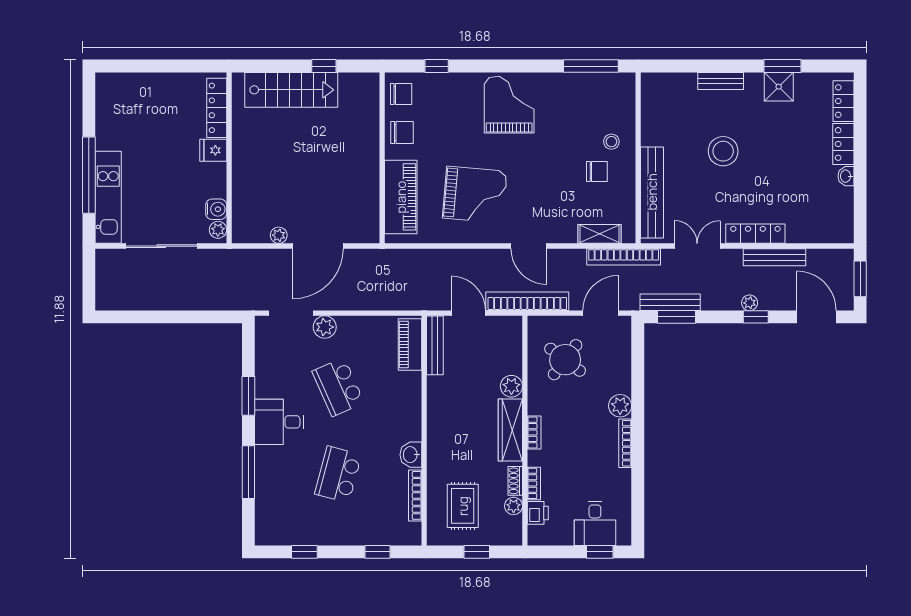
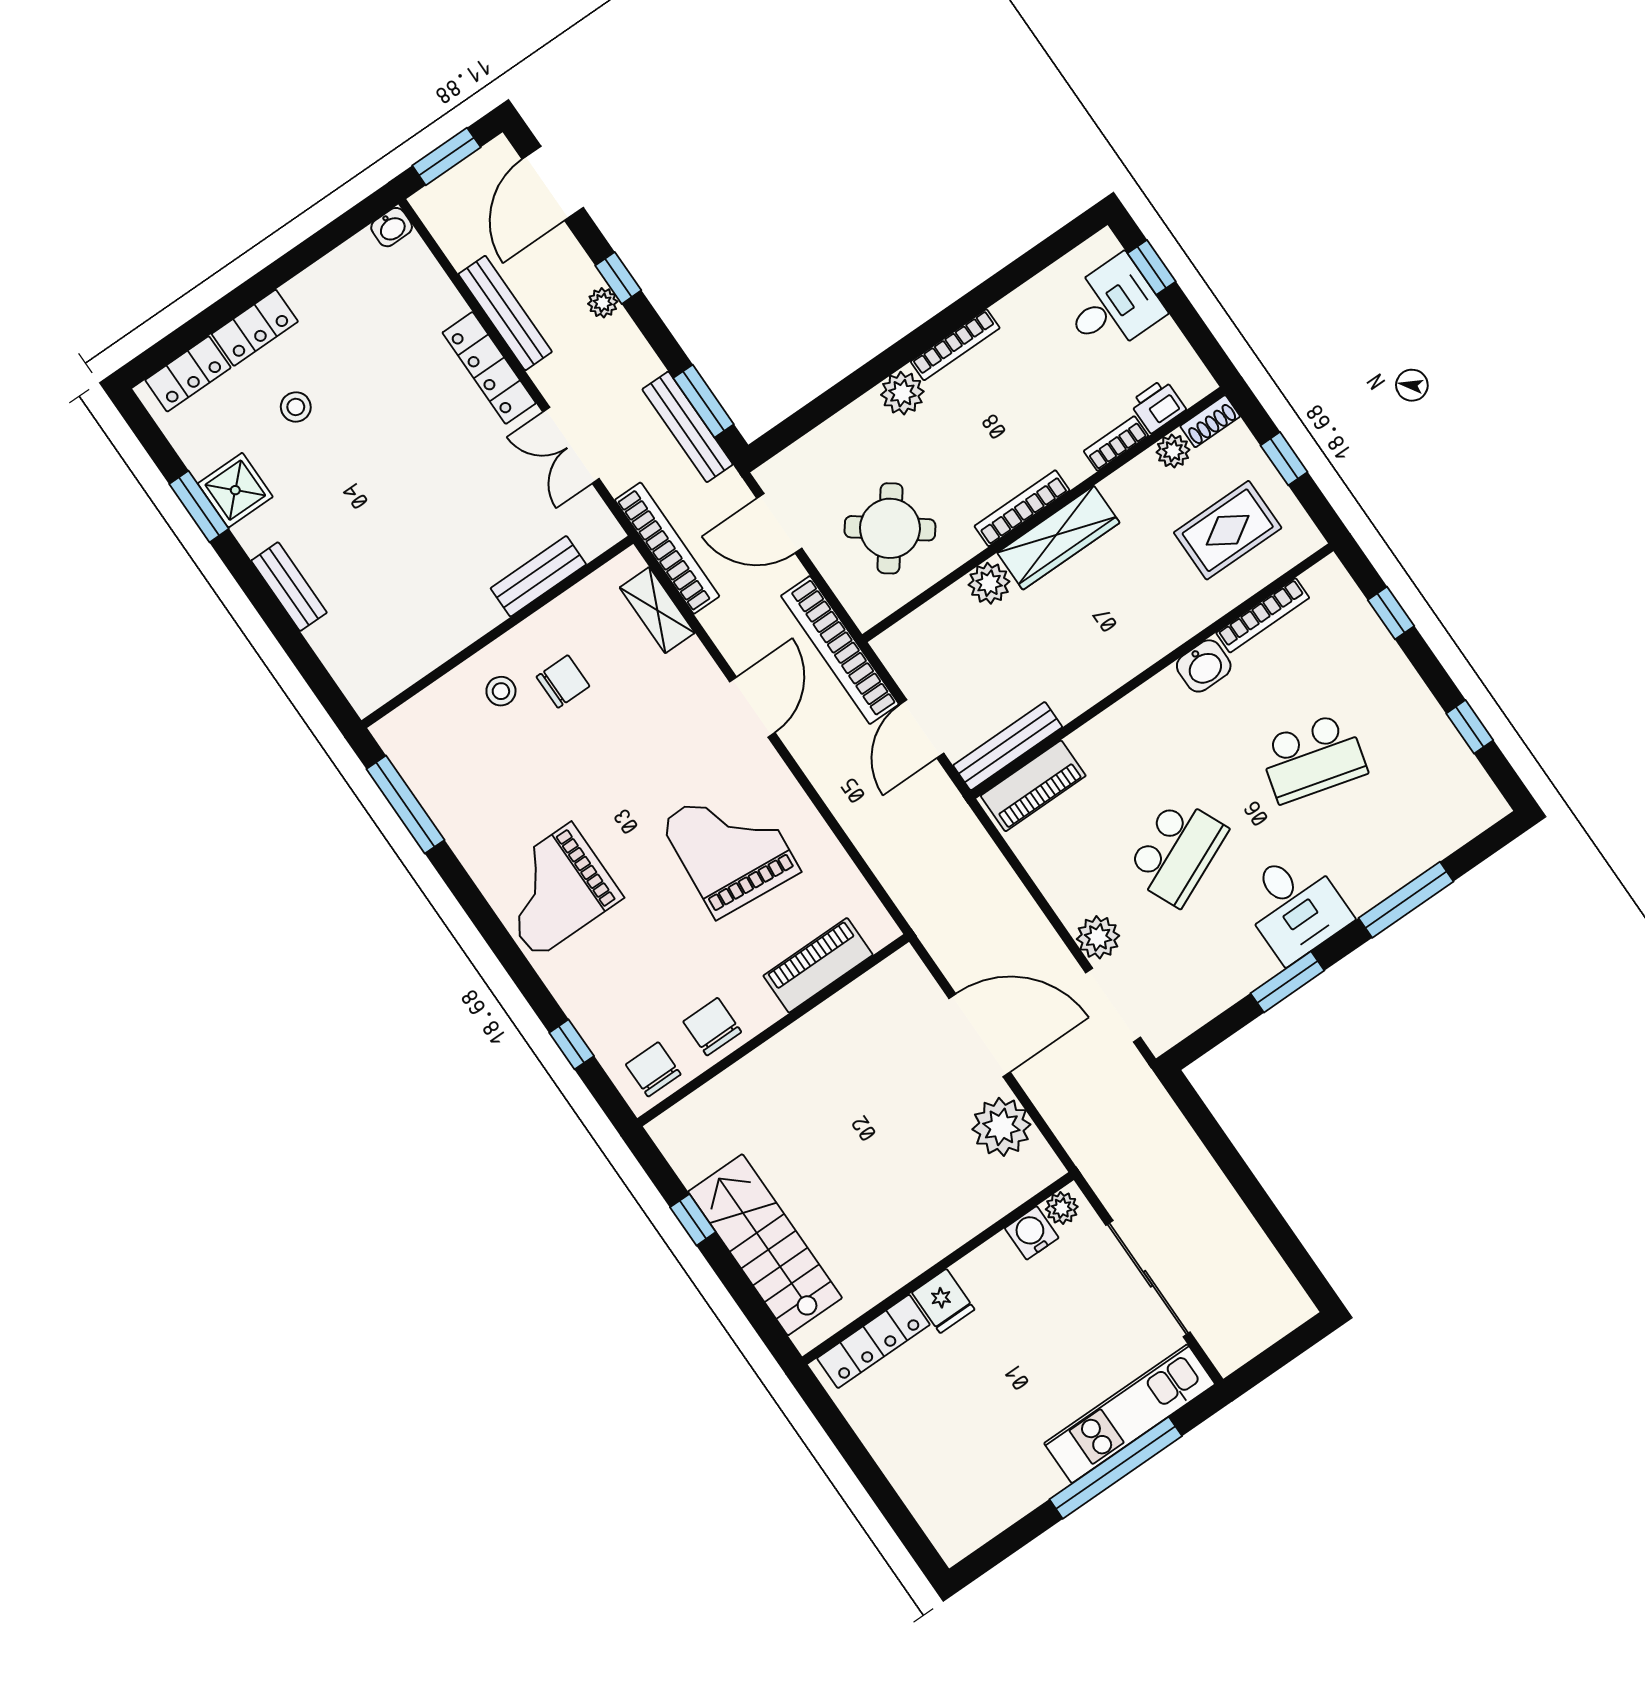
stool: (723, 151) -> (296, 407), moved, width x0.53, depth x0.53
chair: (597, 171) -> (563, 681), turned 90
washbasin: (846, 176) -> (392, 227), moved
bench: (652, 192) -> (538, 576), width x0.54, depth x0.82
piano: (401, 197) -> (818, 965), width x0.73, depth x0.75
plant: (279, 235) -> (1001, 1127), width x1.87, depth x1.87
bookcase: (534, 433) -> (1022, 508), width x1.56
shoe rack: (515, 481) -> (1210, 421), moved

